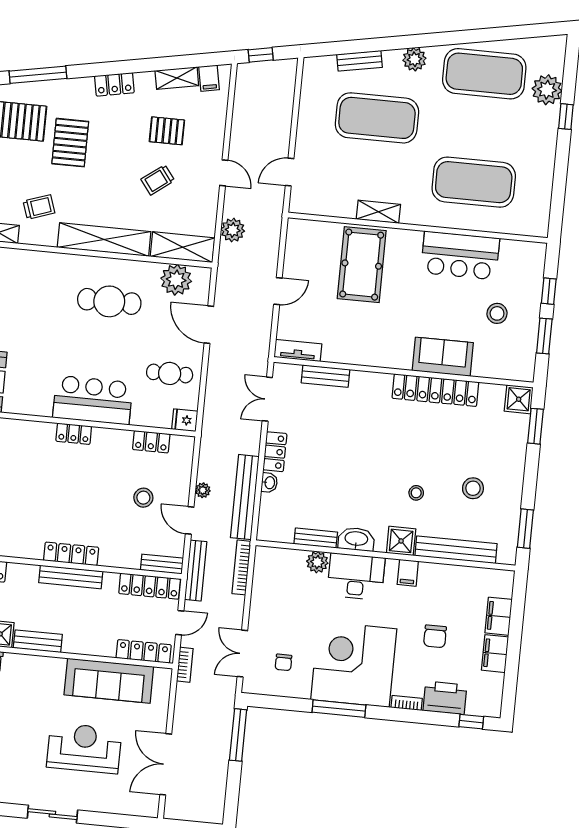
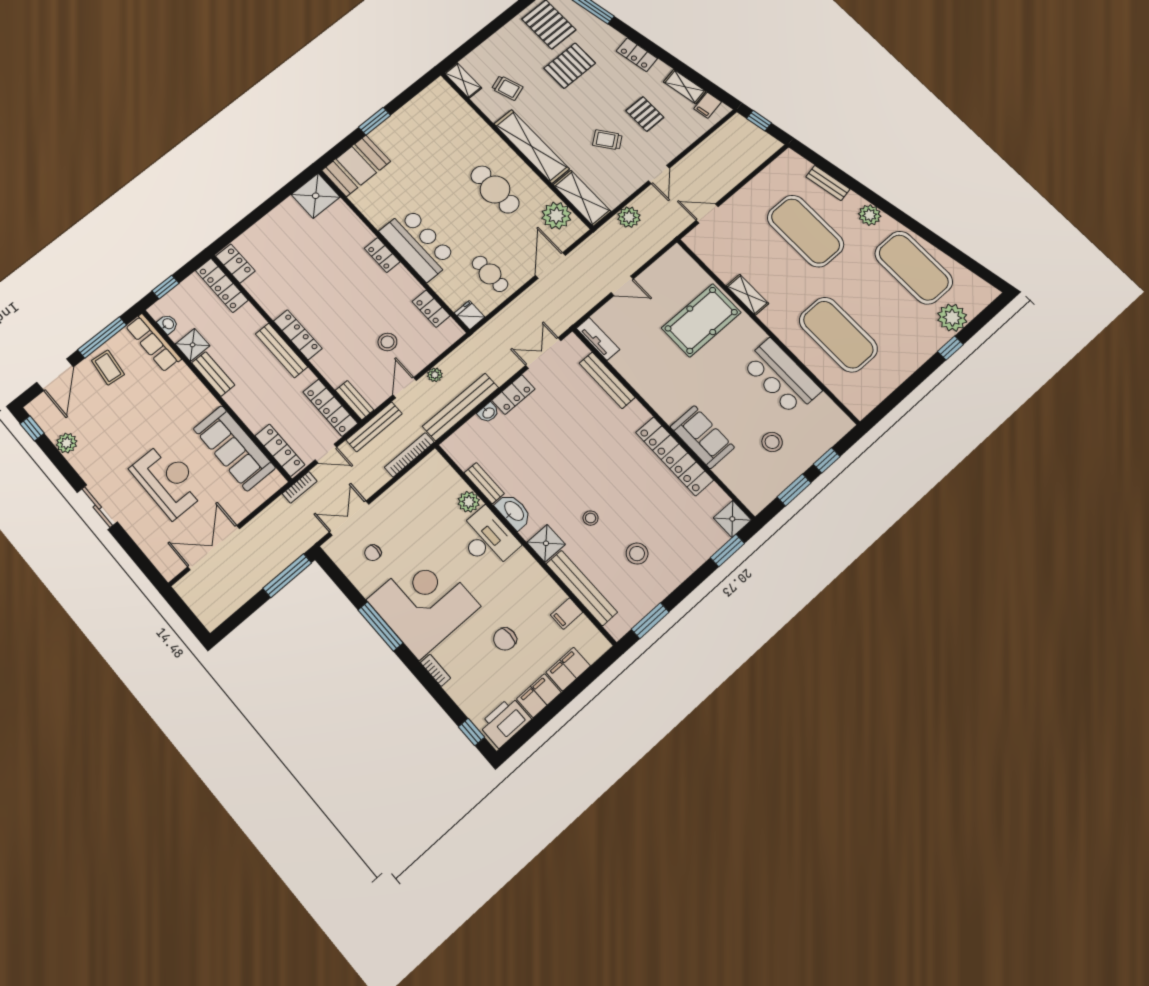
bench: (325, 376) -> (607, 380), width x1.36
filing cabinet: (408, 573) -> (567, 614), moved
printer: (445, 698) -> (505, 722), moved, turned -90

